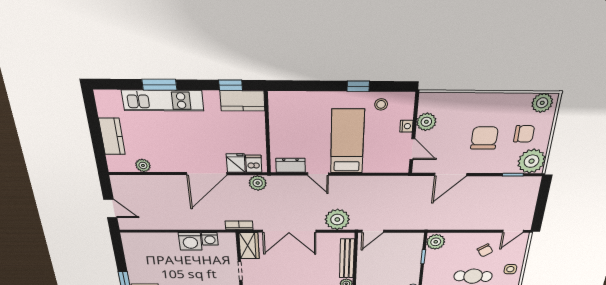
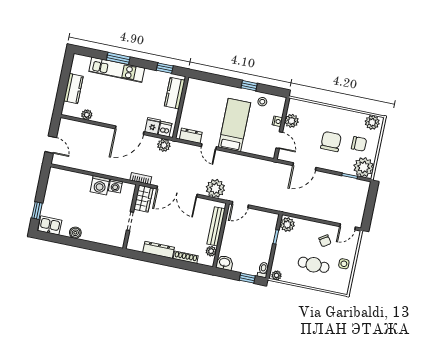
kitchen counter: (242, 101) -> (175, 93), moved, turned 90

